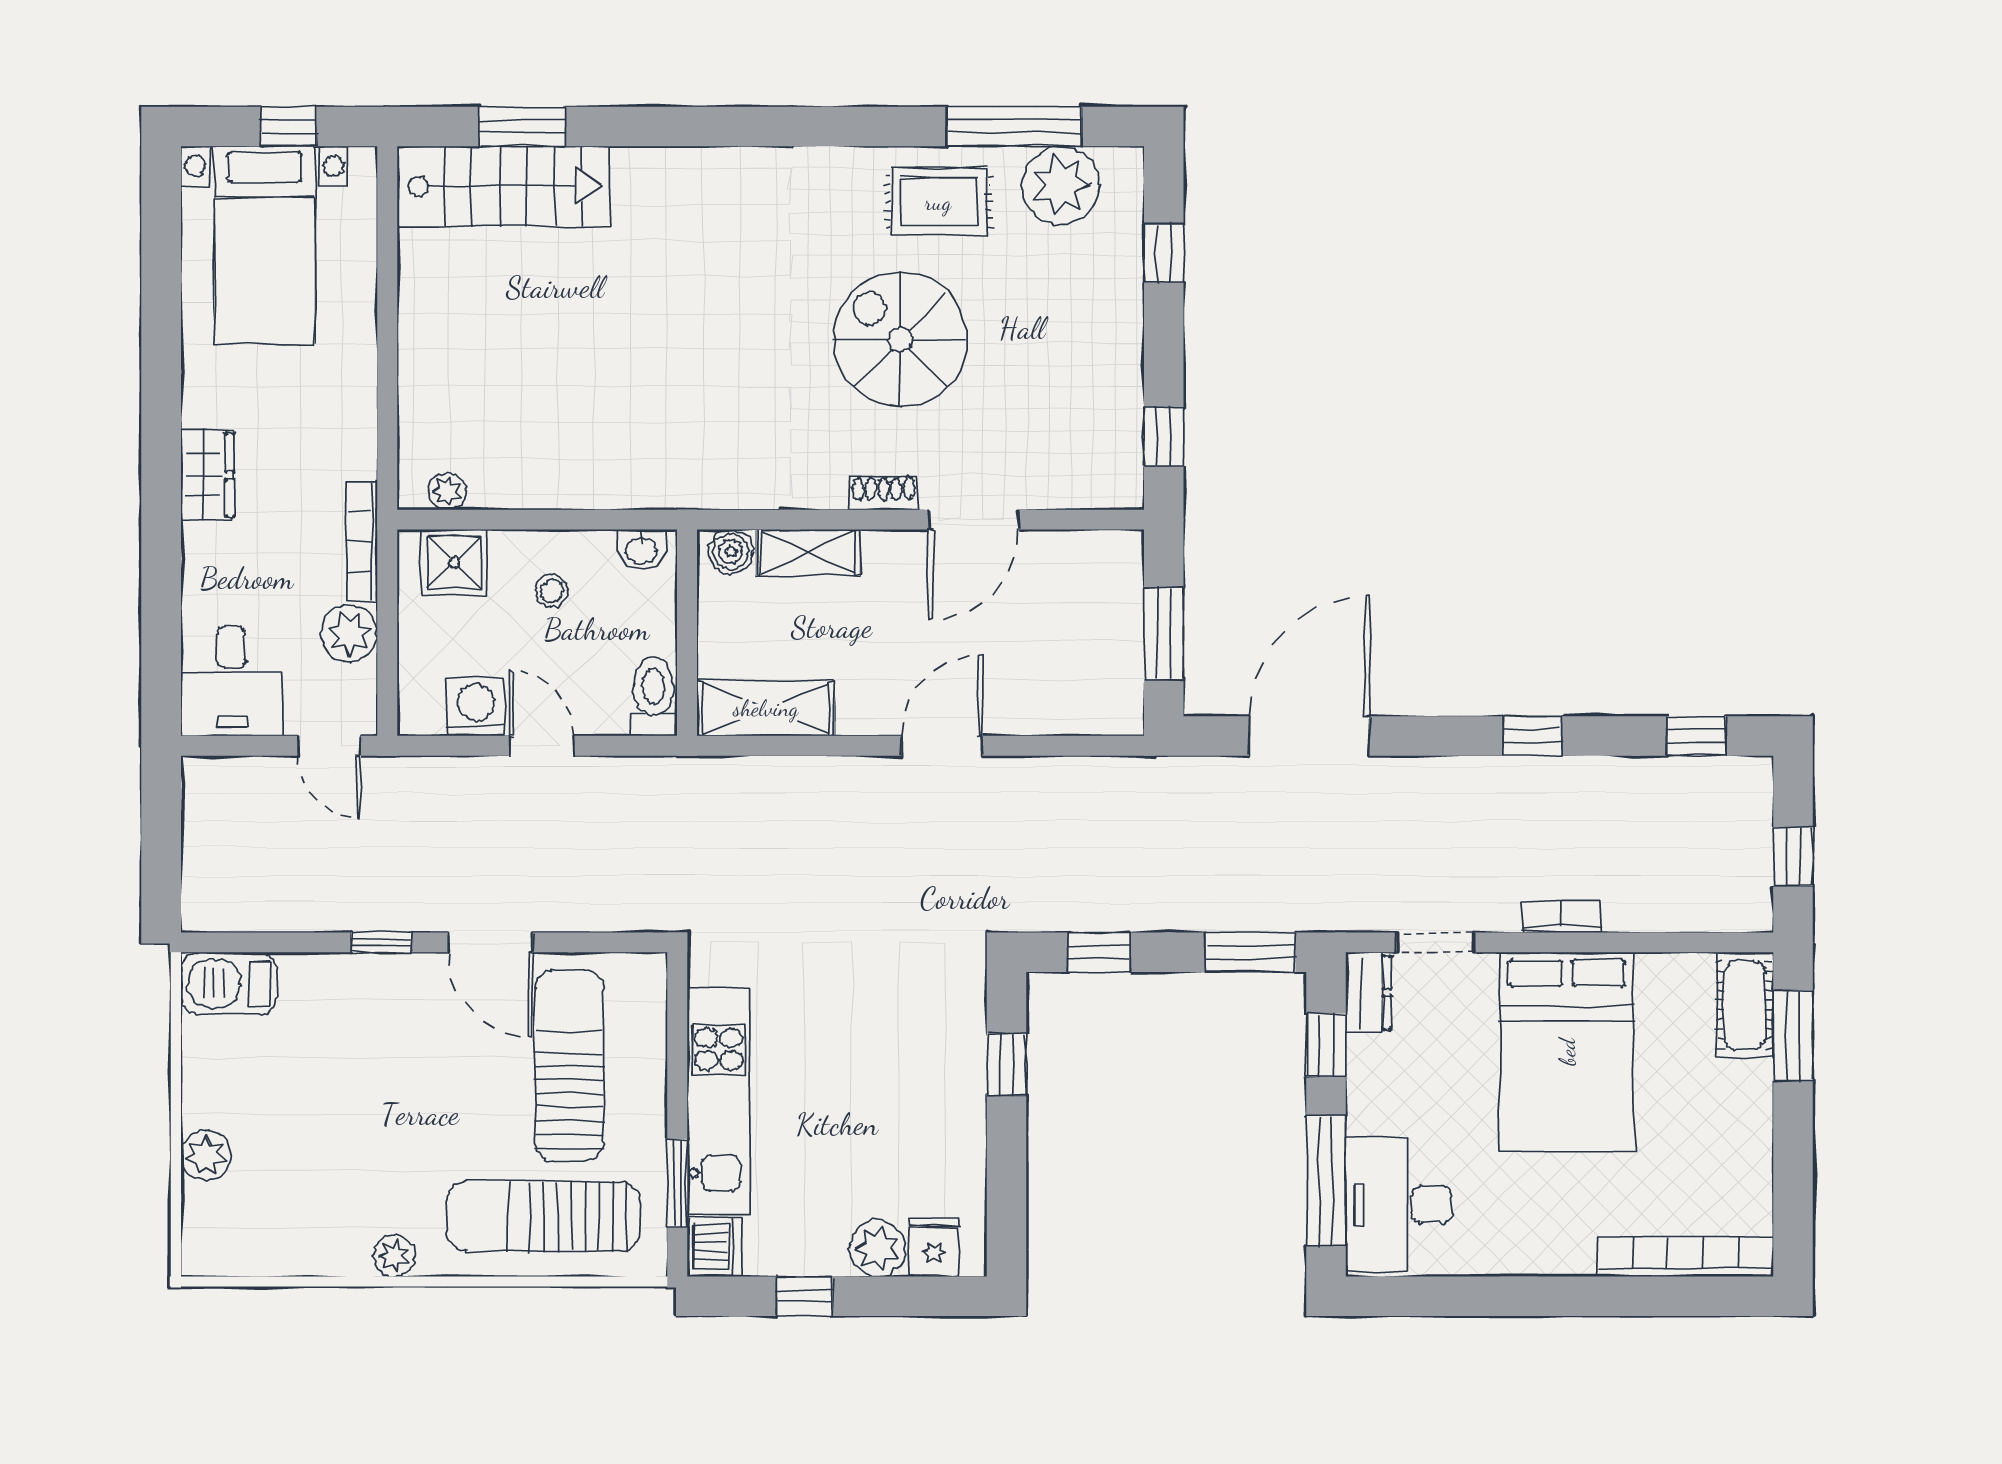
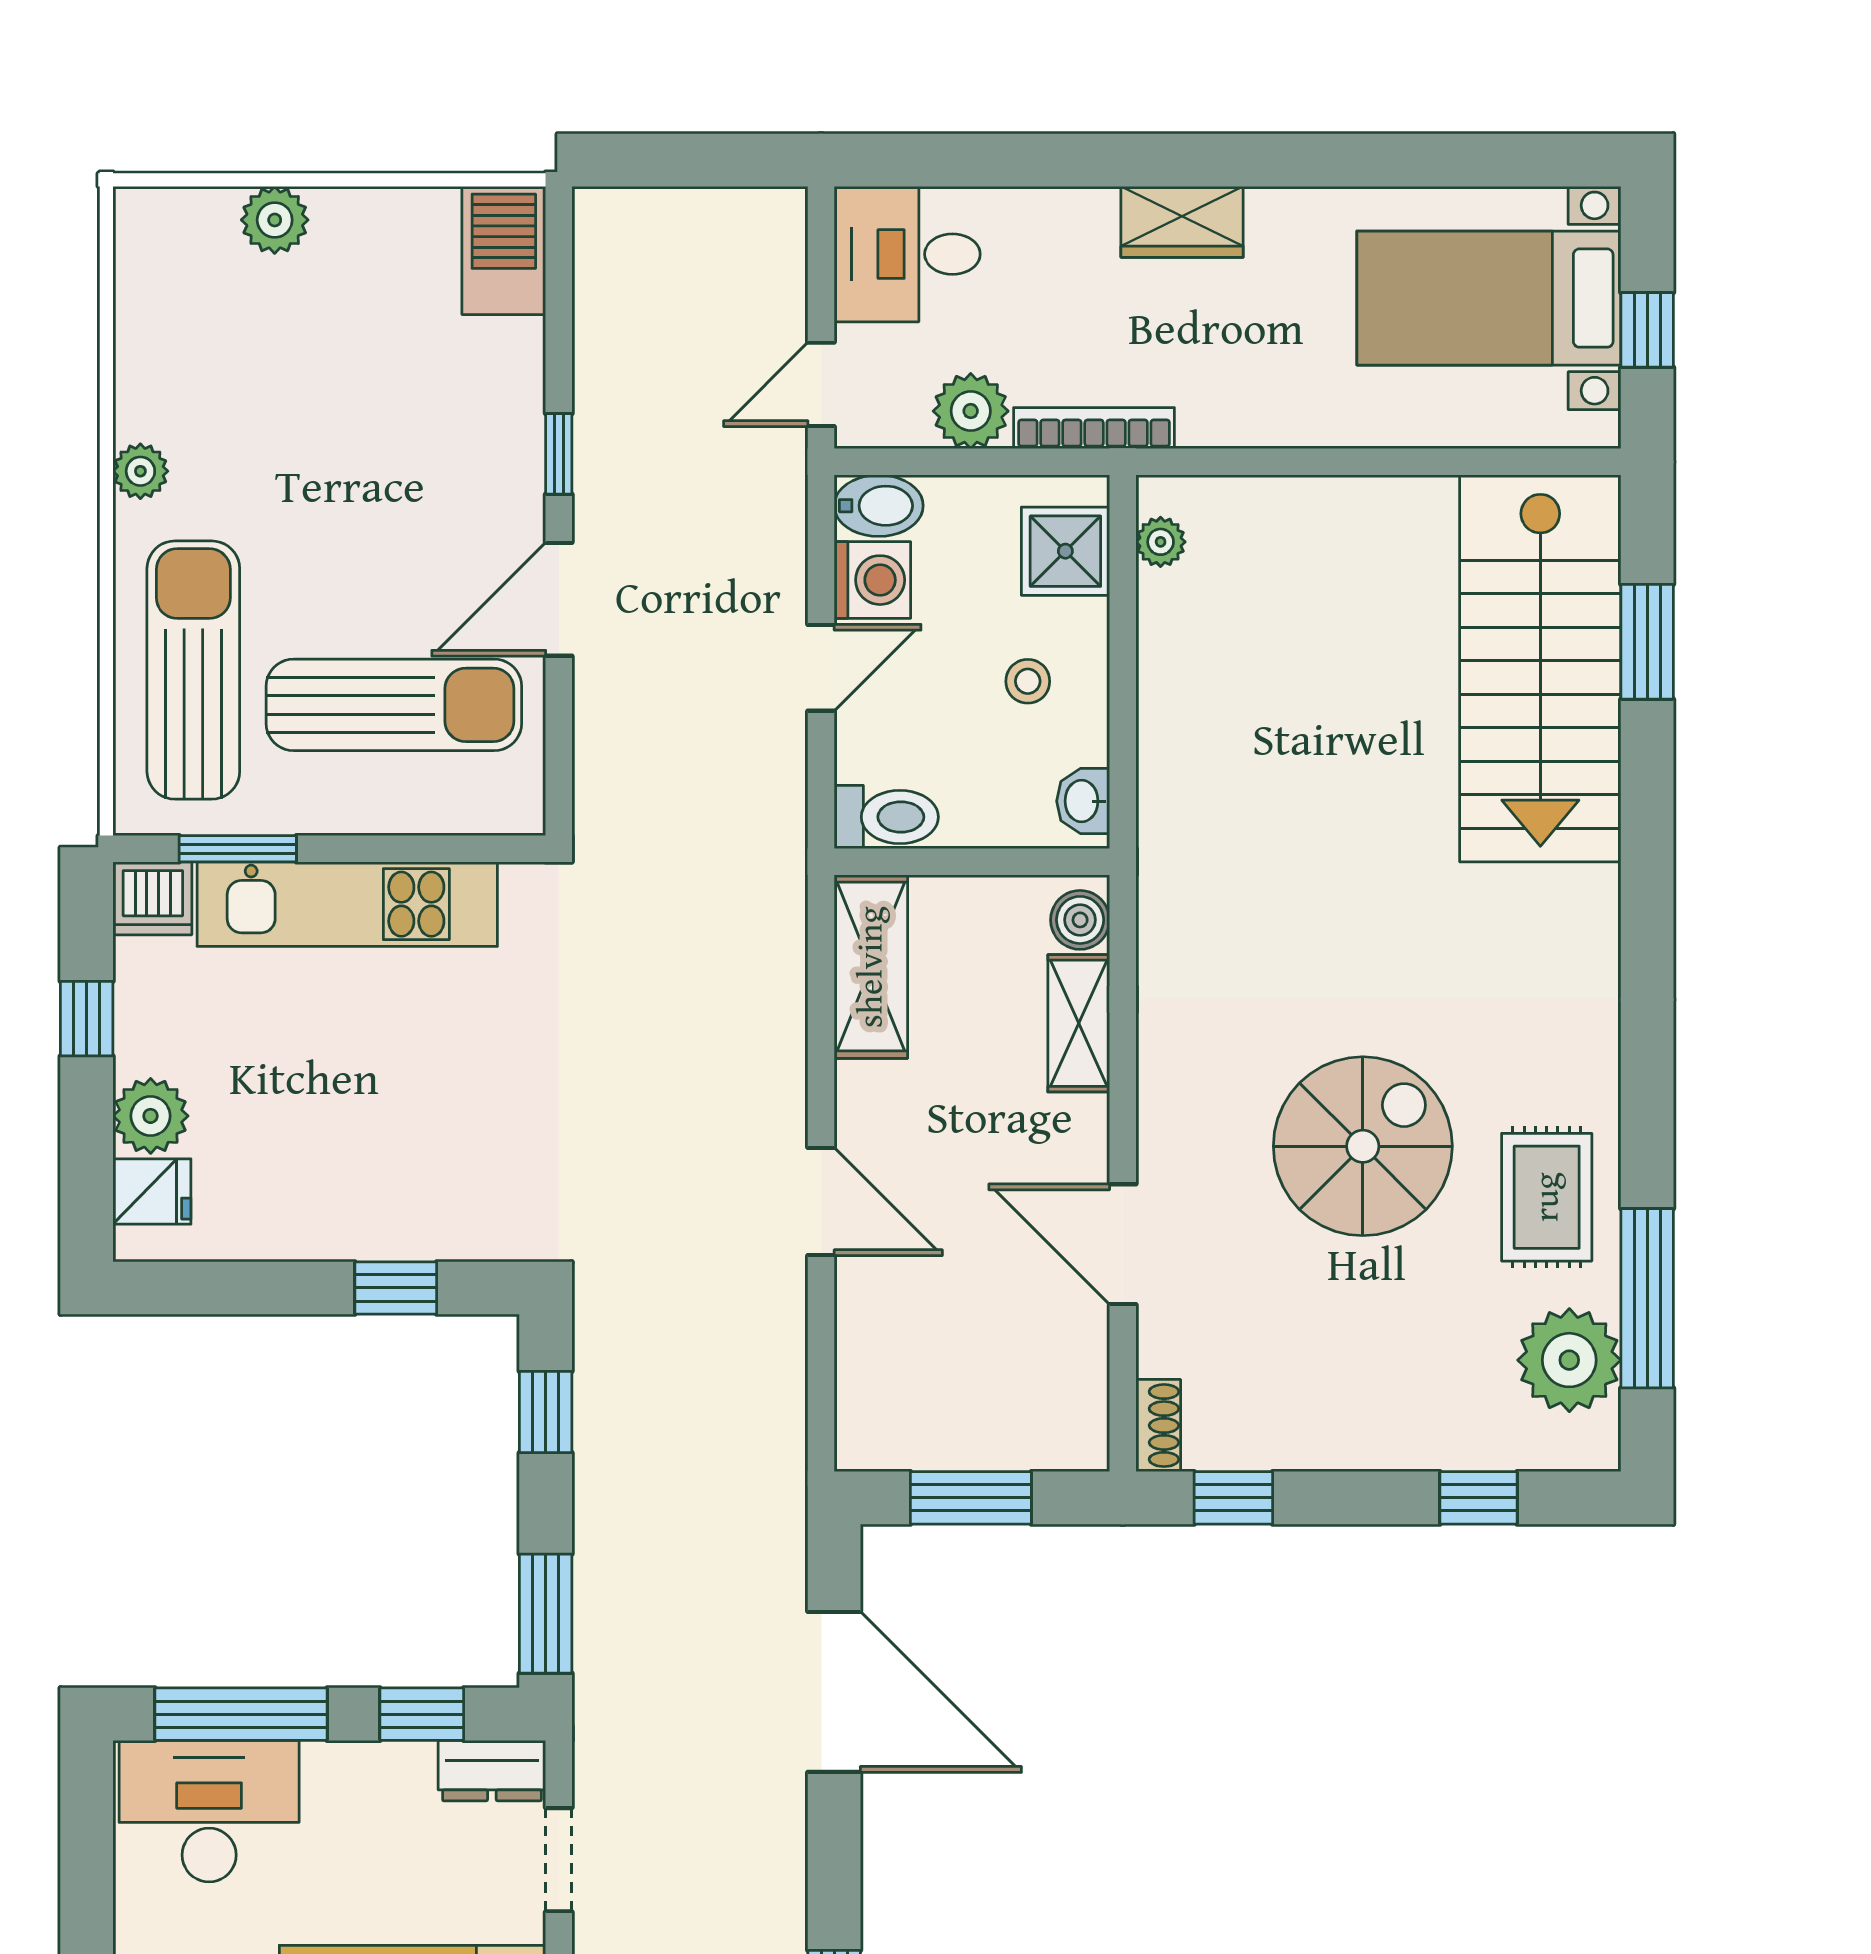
stairs: (503, 186) -> (1540, 668), width x1.36, depth x1.51
shoe rack: (884, 493) -> (1158, 1426), moved
bidet: (420, 703) -> (879, 506), added

